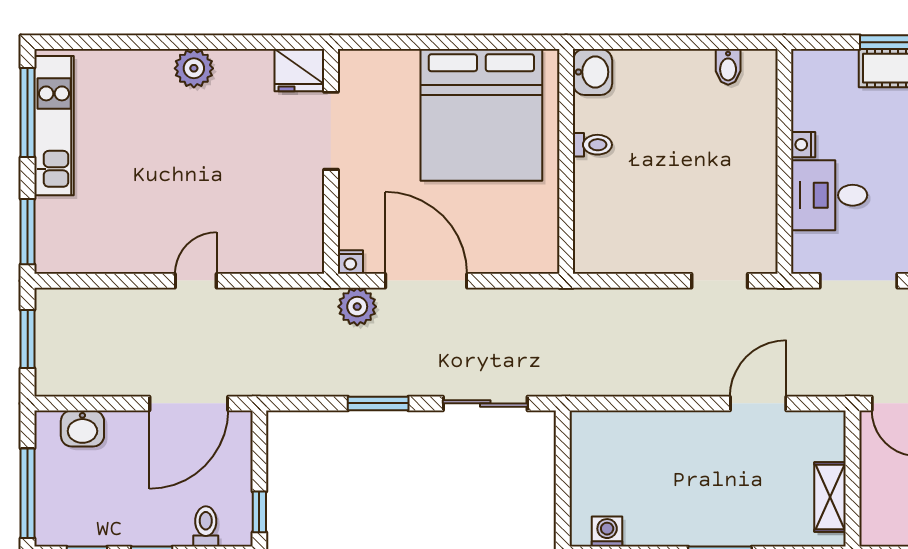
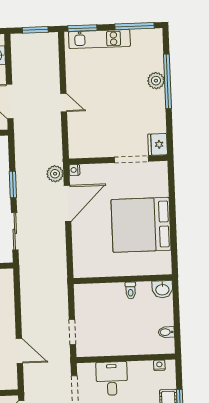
window: (157, 42) -> (167, 81), added
plant: (194, 68) -> (156, 81), moved
washbasin: (593, 72) -> (162, 289), moved
kitchen unit: (54, 126) -> (99, 39), moved
toilet: (592, 145) -> (131, 290), moved
nightstand: (803, 145) -> (159, 365), moved
wall: (566, 161) -> (123, 279), moved

